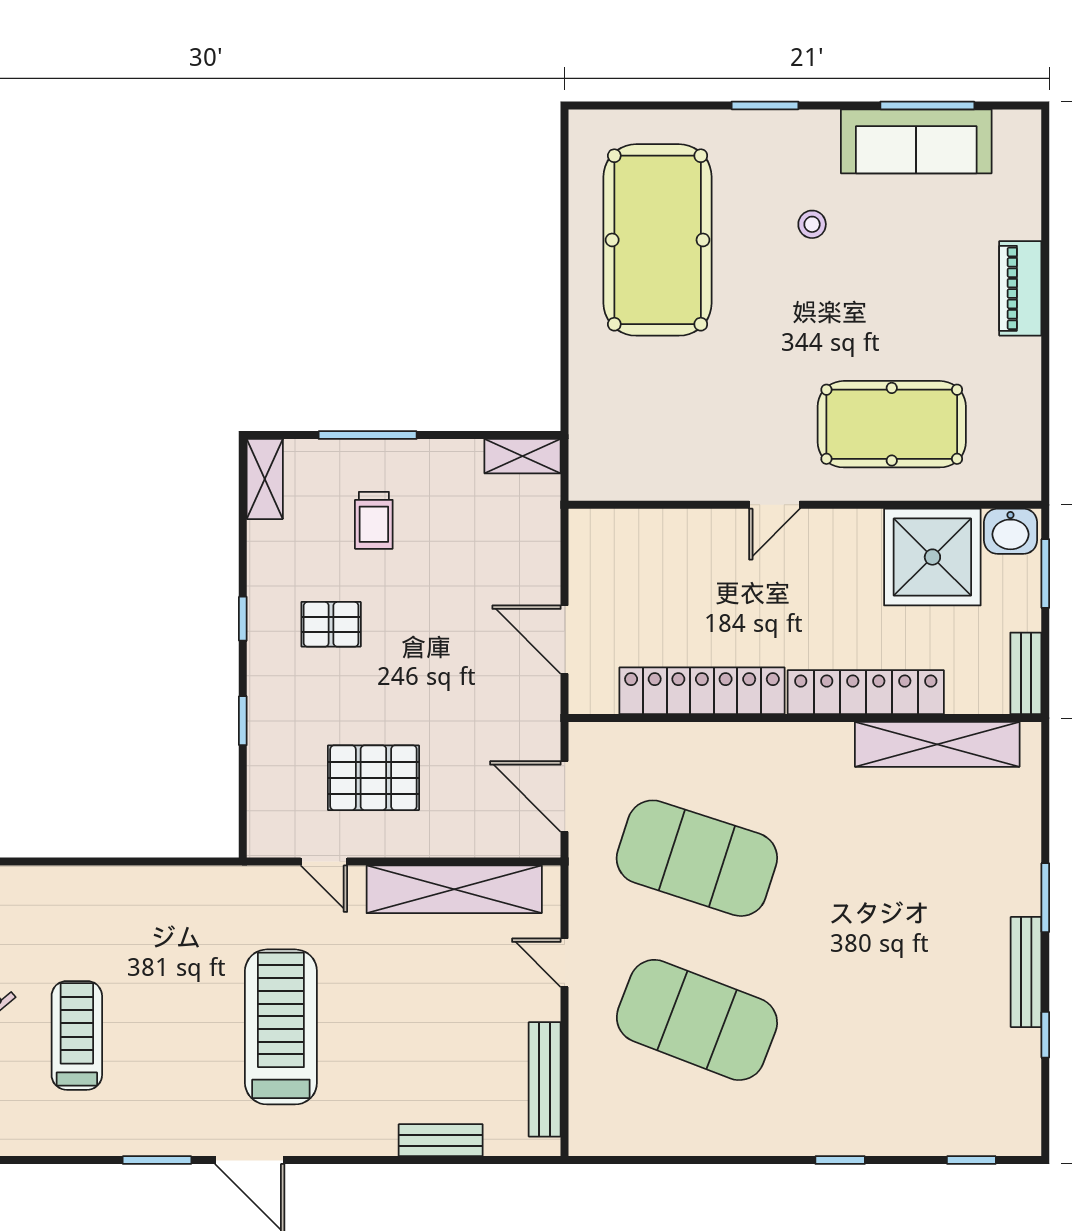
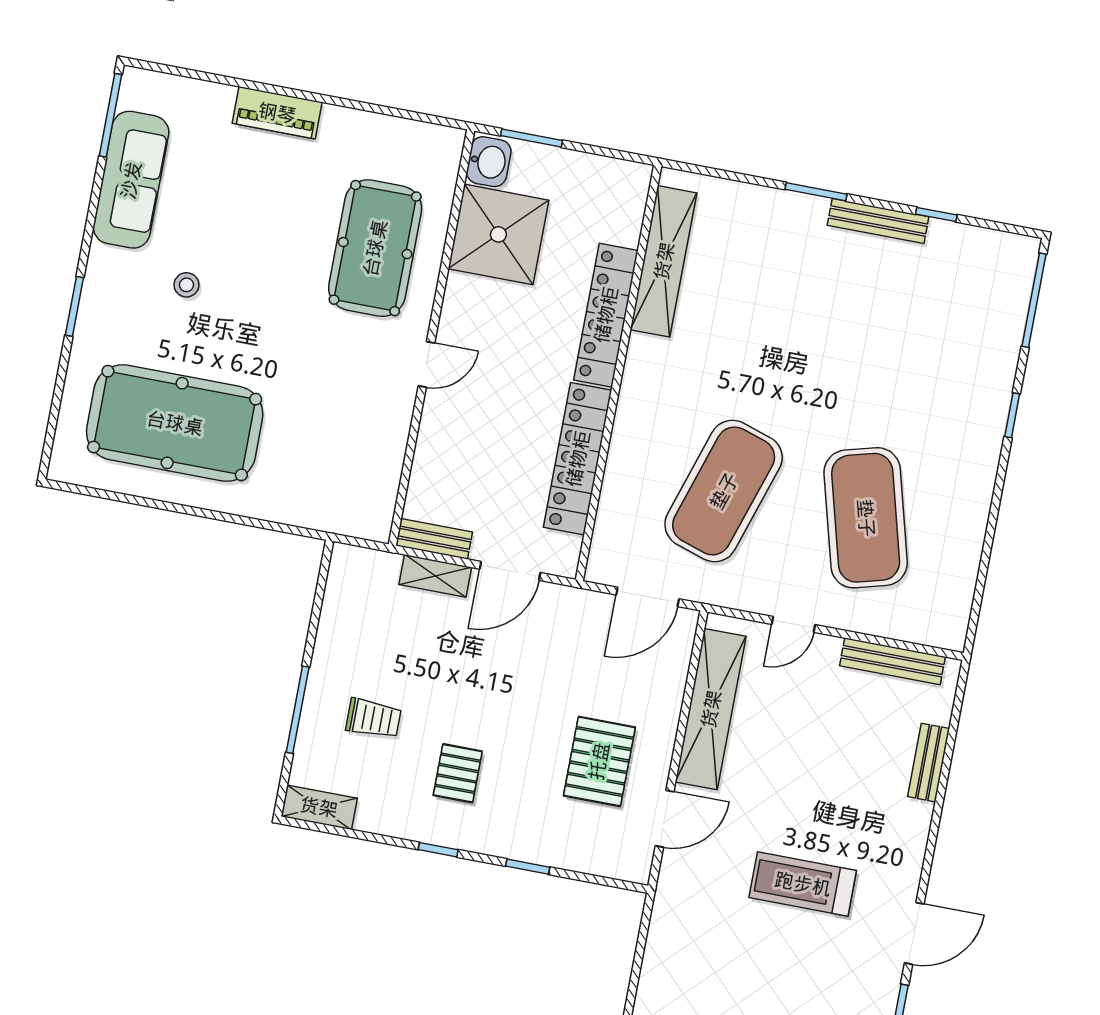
window: (927, 105) -> (111, 115), moved
shelving: (523, 456) -> (435, 576), moved, turned 90
door: (774, 505) -> (426, 364), hinge flipped
bench: (1026, 673) -> (434, 539), moved
door: (324, 862) -> (665, 819), width x1.38
exercise mat: (697, 1020) -> (866, 518), turned -36
treadmill: (281, 1027) -> (803, 884), width x0.73, depth x0.73
window: (971, 1160) -> (1034, 300), width x2.17

